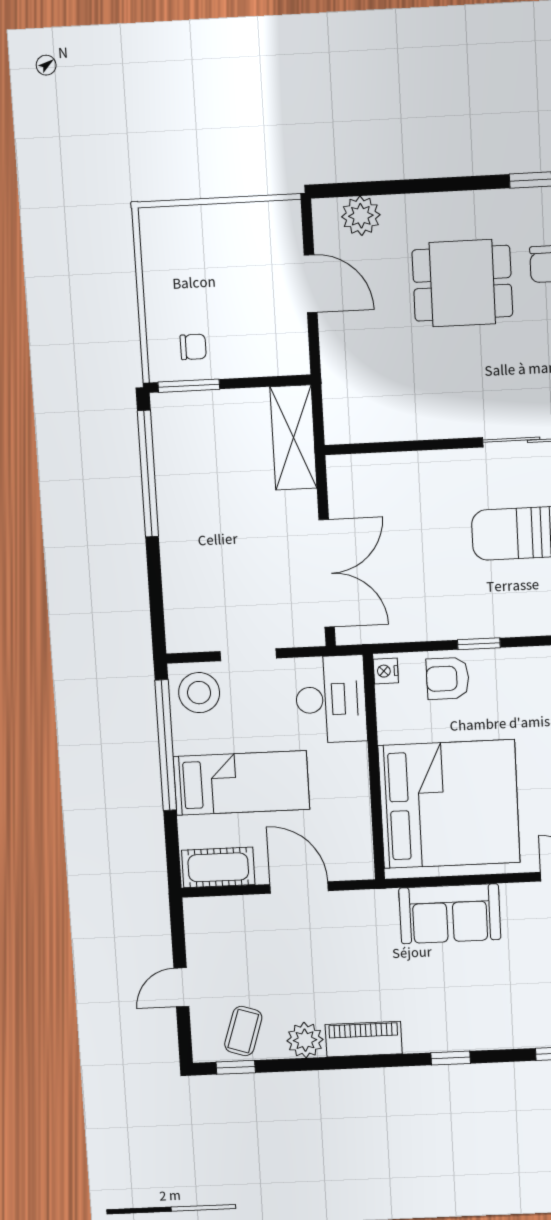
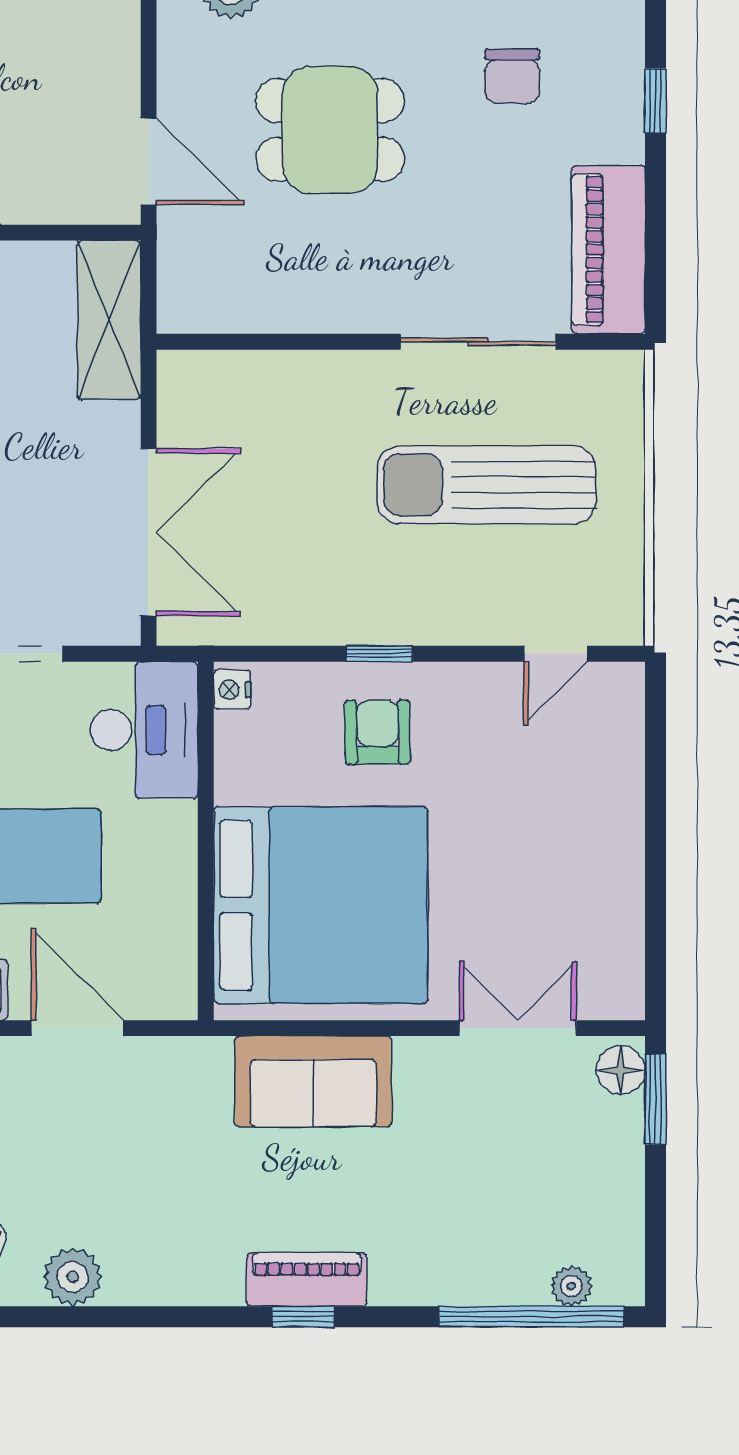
dining table: (462, 283) -> (330, 130), moved
door: (311, 284) -> (149, 161), moved
armchair: (448, 678) -> (377, 732), moved, turned 89
piano: (364, 1039) -> (307, 1279), moved

